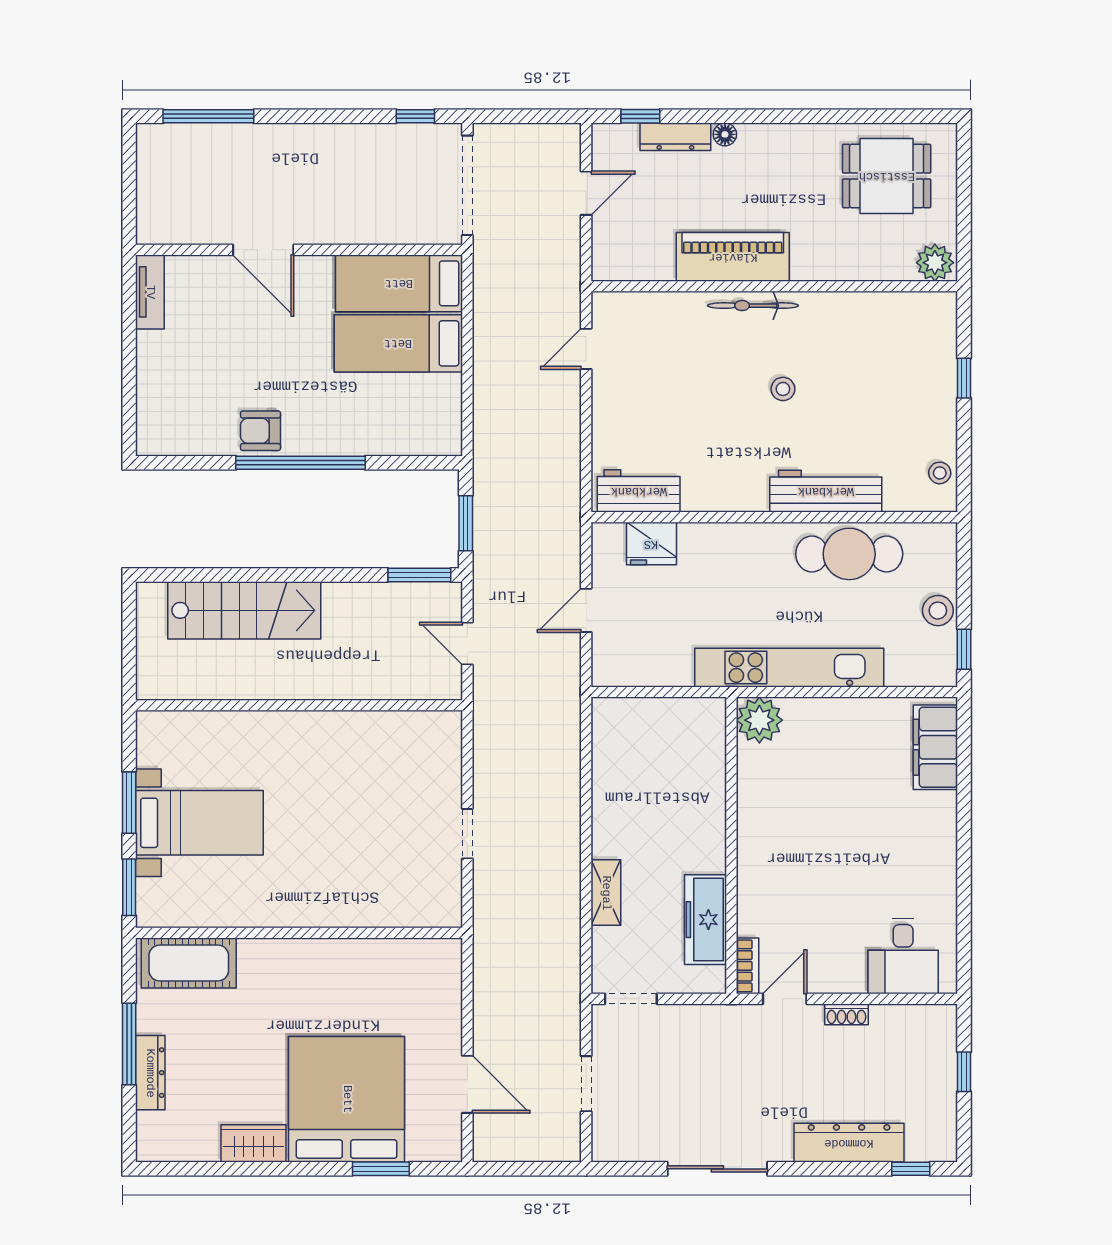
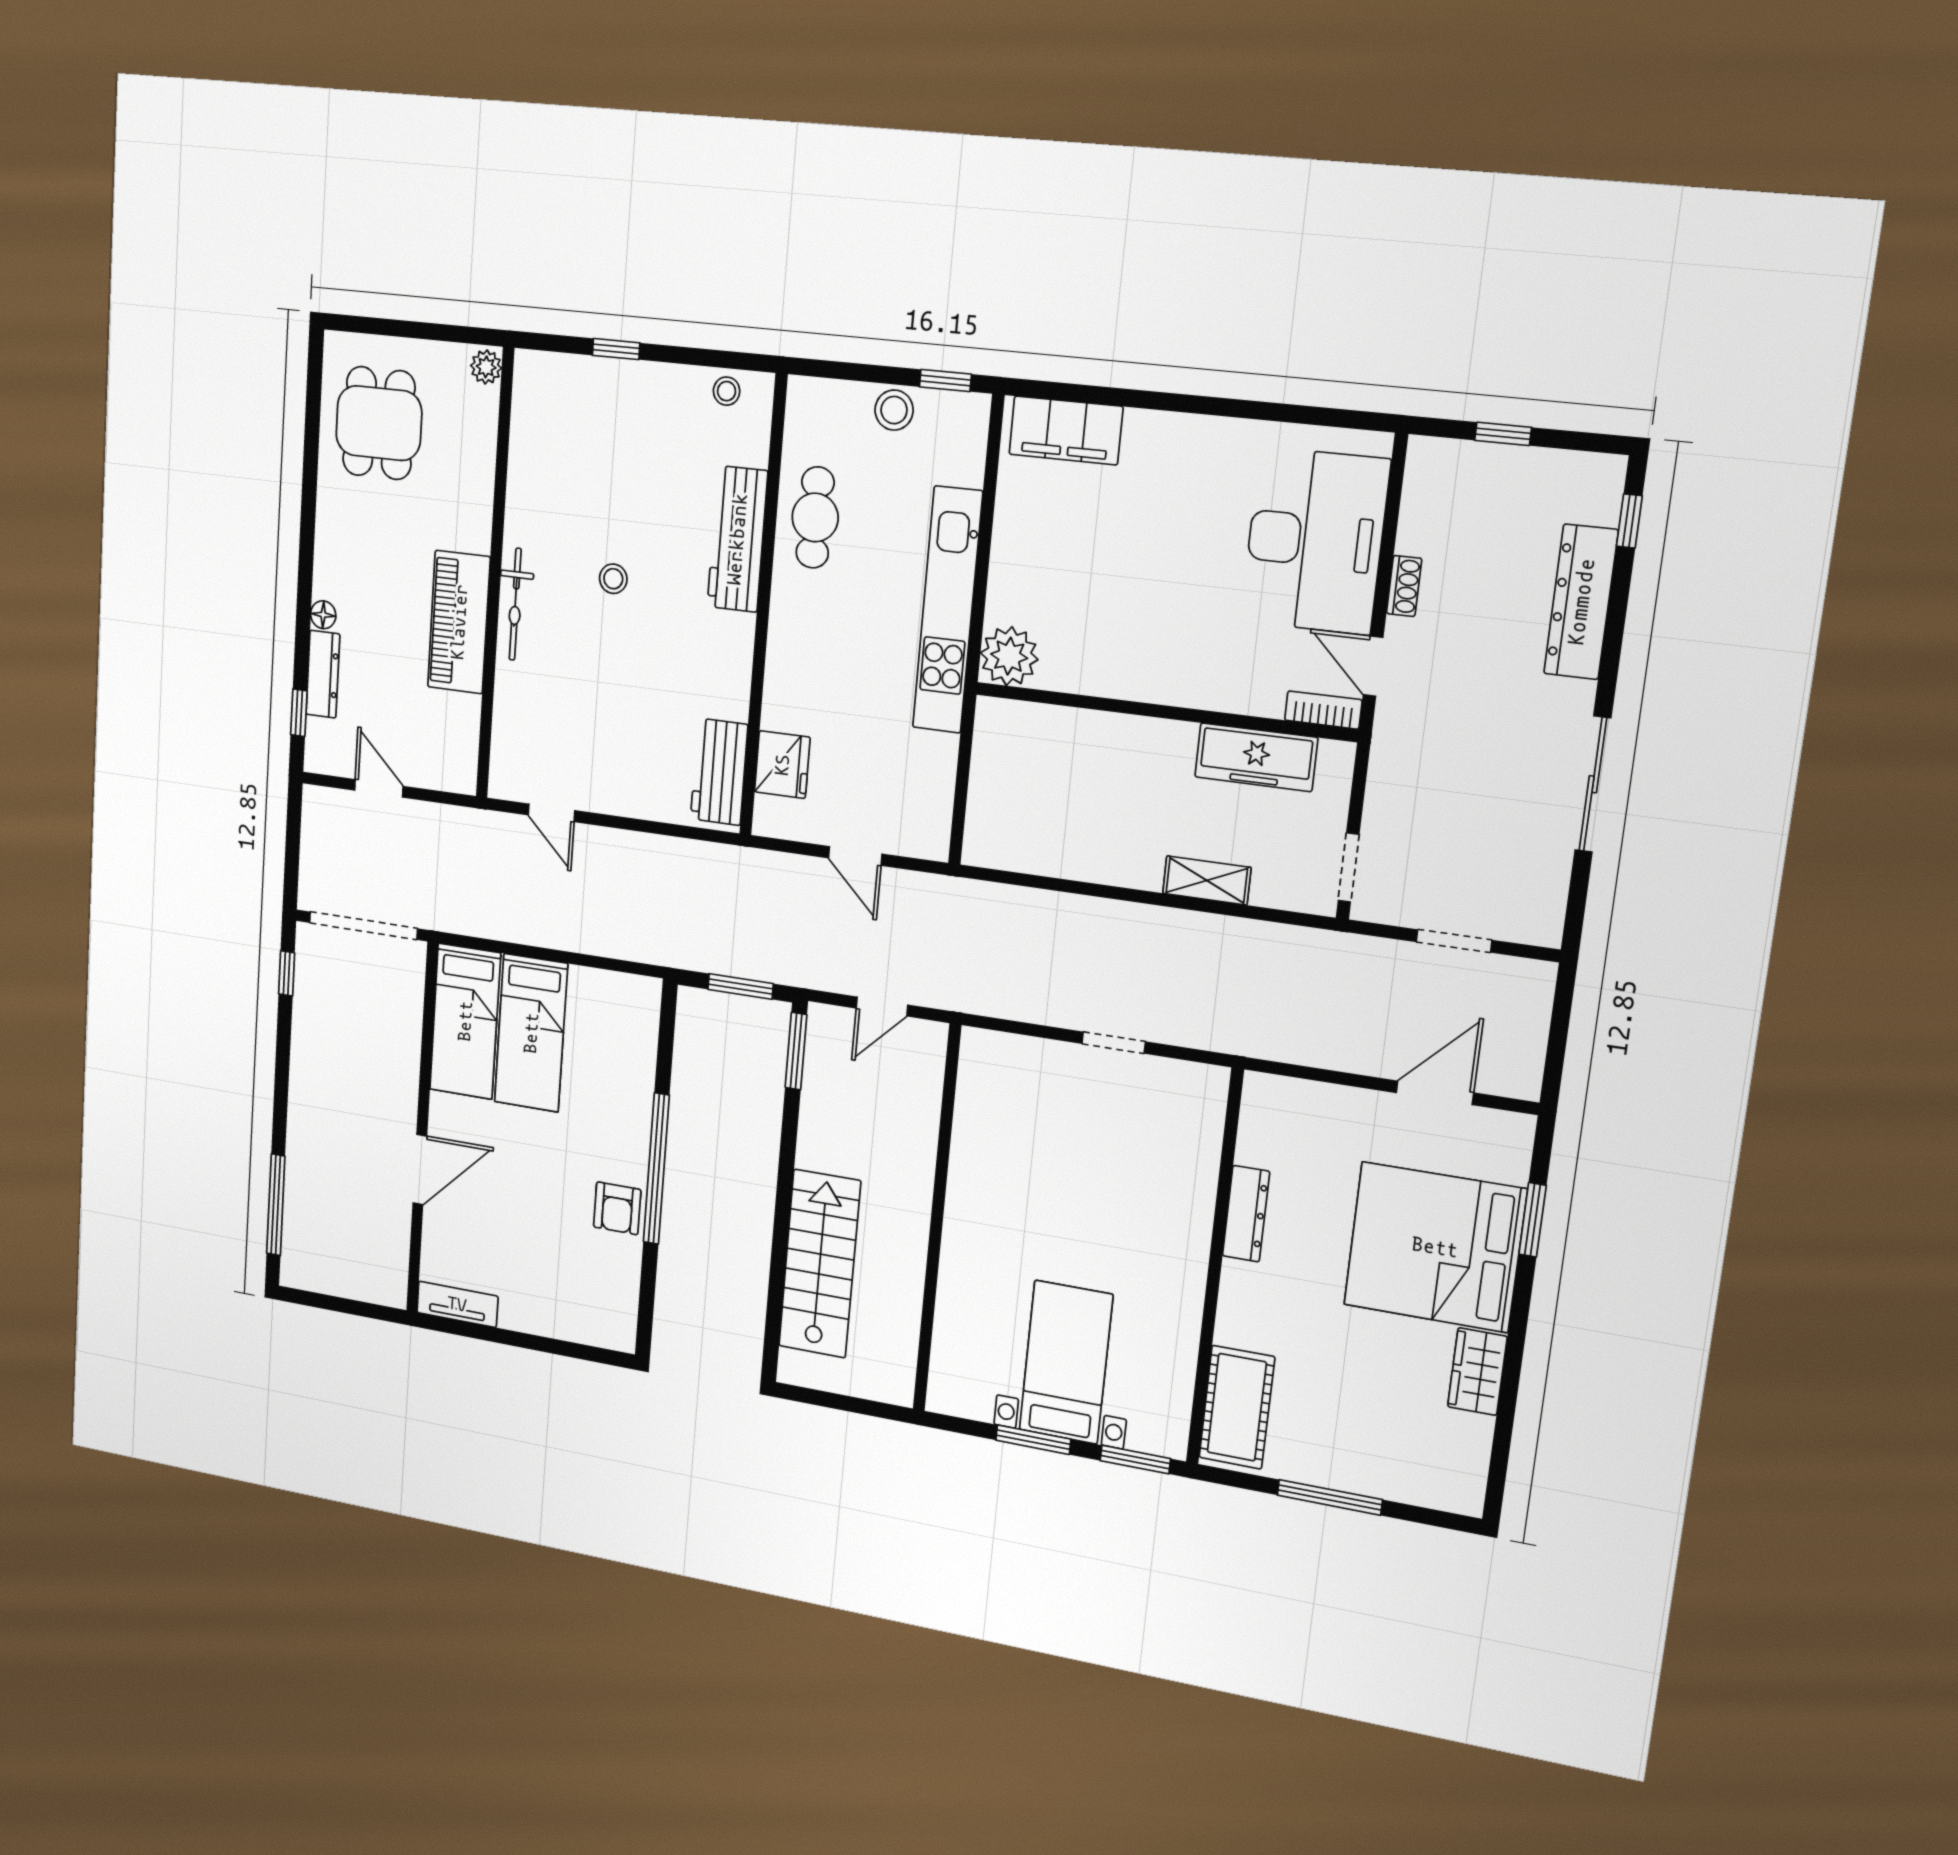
plant: (935, 263) -> (486, 367), width x0.73, depth x0.73
cafe table: (849, 554) -> (815, 517), width x0.73, depth x0.74
desk: (903, 956) -> (1315, 541), width x1.87, depth x1.30
dresser: (150, 1073) -> (1246, 1214), moved, turned 90

